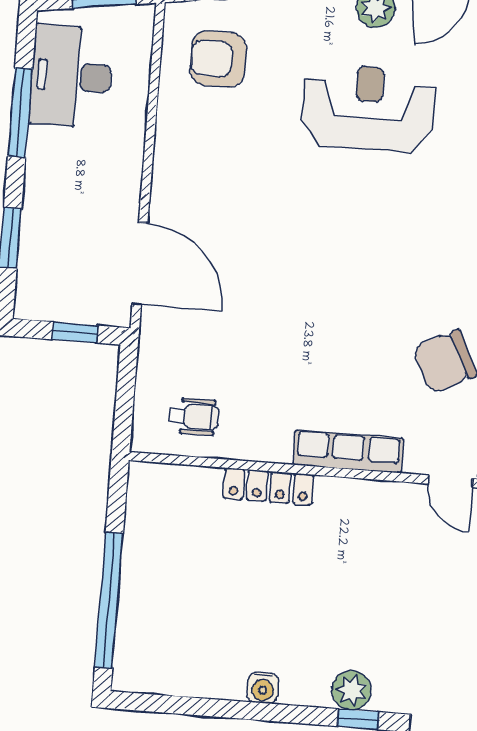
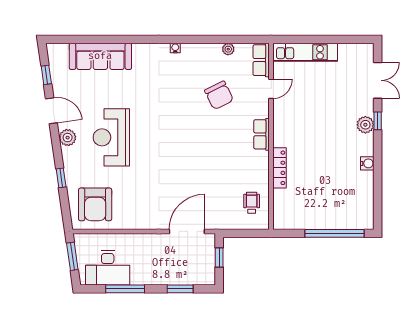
armchair: (218, 59) -> (95, 204), width x1.36, depth x1.36
row of seats: (348, 452) -> (262, 134), width x0.68

